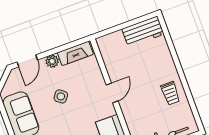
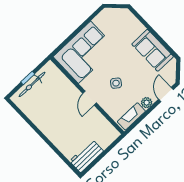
trolley: (170, 93) -> (44, 118), removed
side table: (61, 96) -> (116, 83), moved

